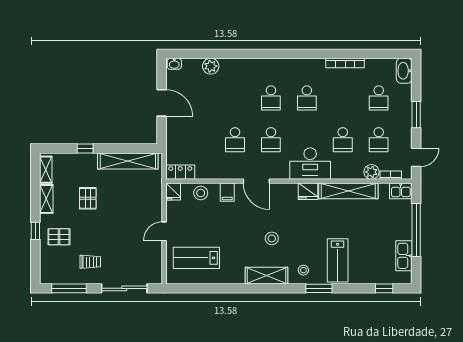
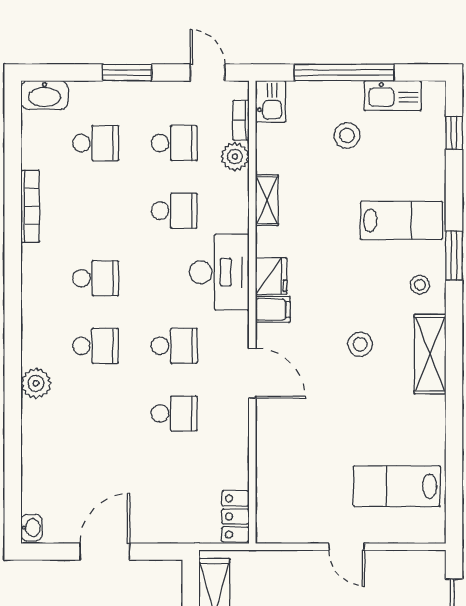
plant: (211, 66) -> (36, 383), moved
door: (256, 181) -> (252, 373), hinge flipped
shelving: (348, 191) -> (267, 200), width x0.45, depth x0.75
fridge: (173, 192) -> (272, 530), removed
filing cabinet: (227, 192) -> (273, 309), moved
stool: (201, 193) -> (347, 135), moved
lab bench: (196, 258) -> (397, 486), turned 90

